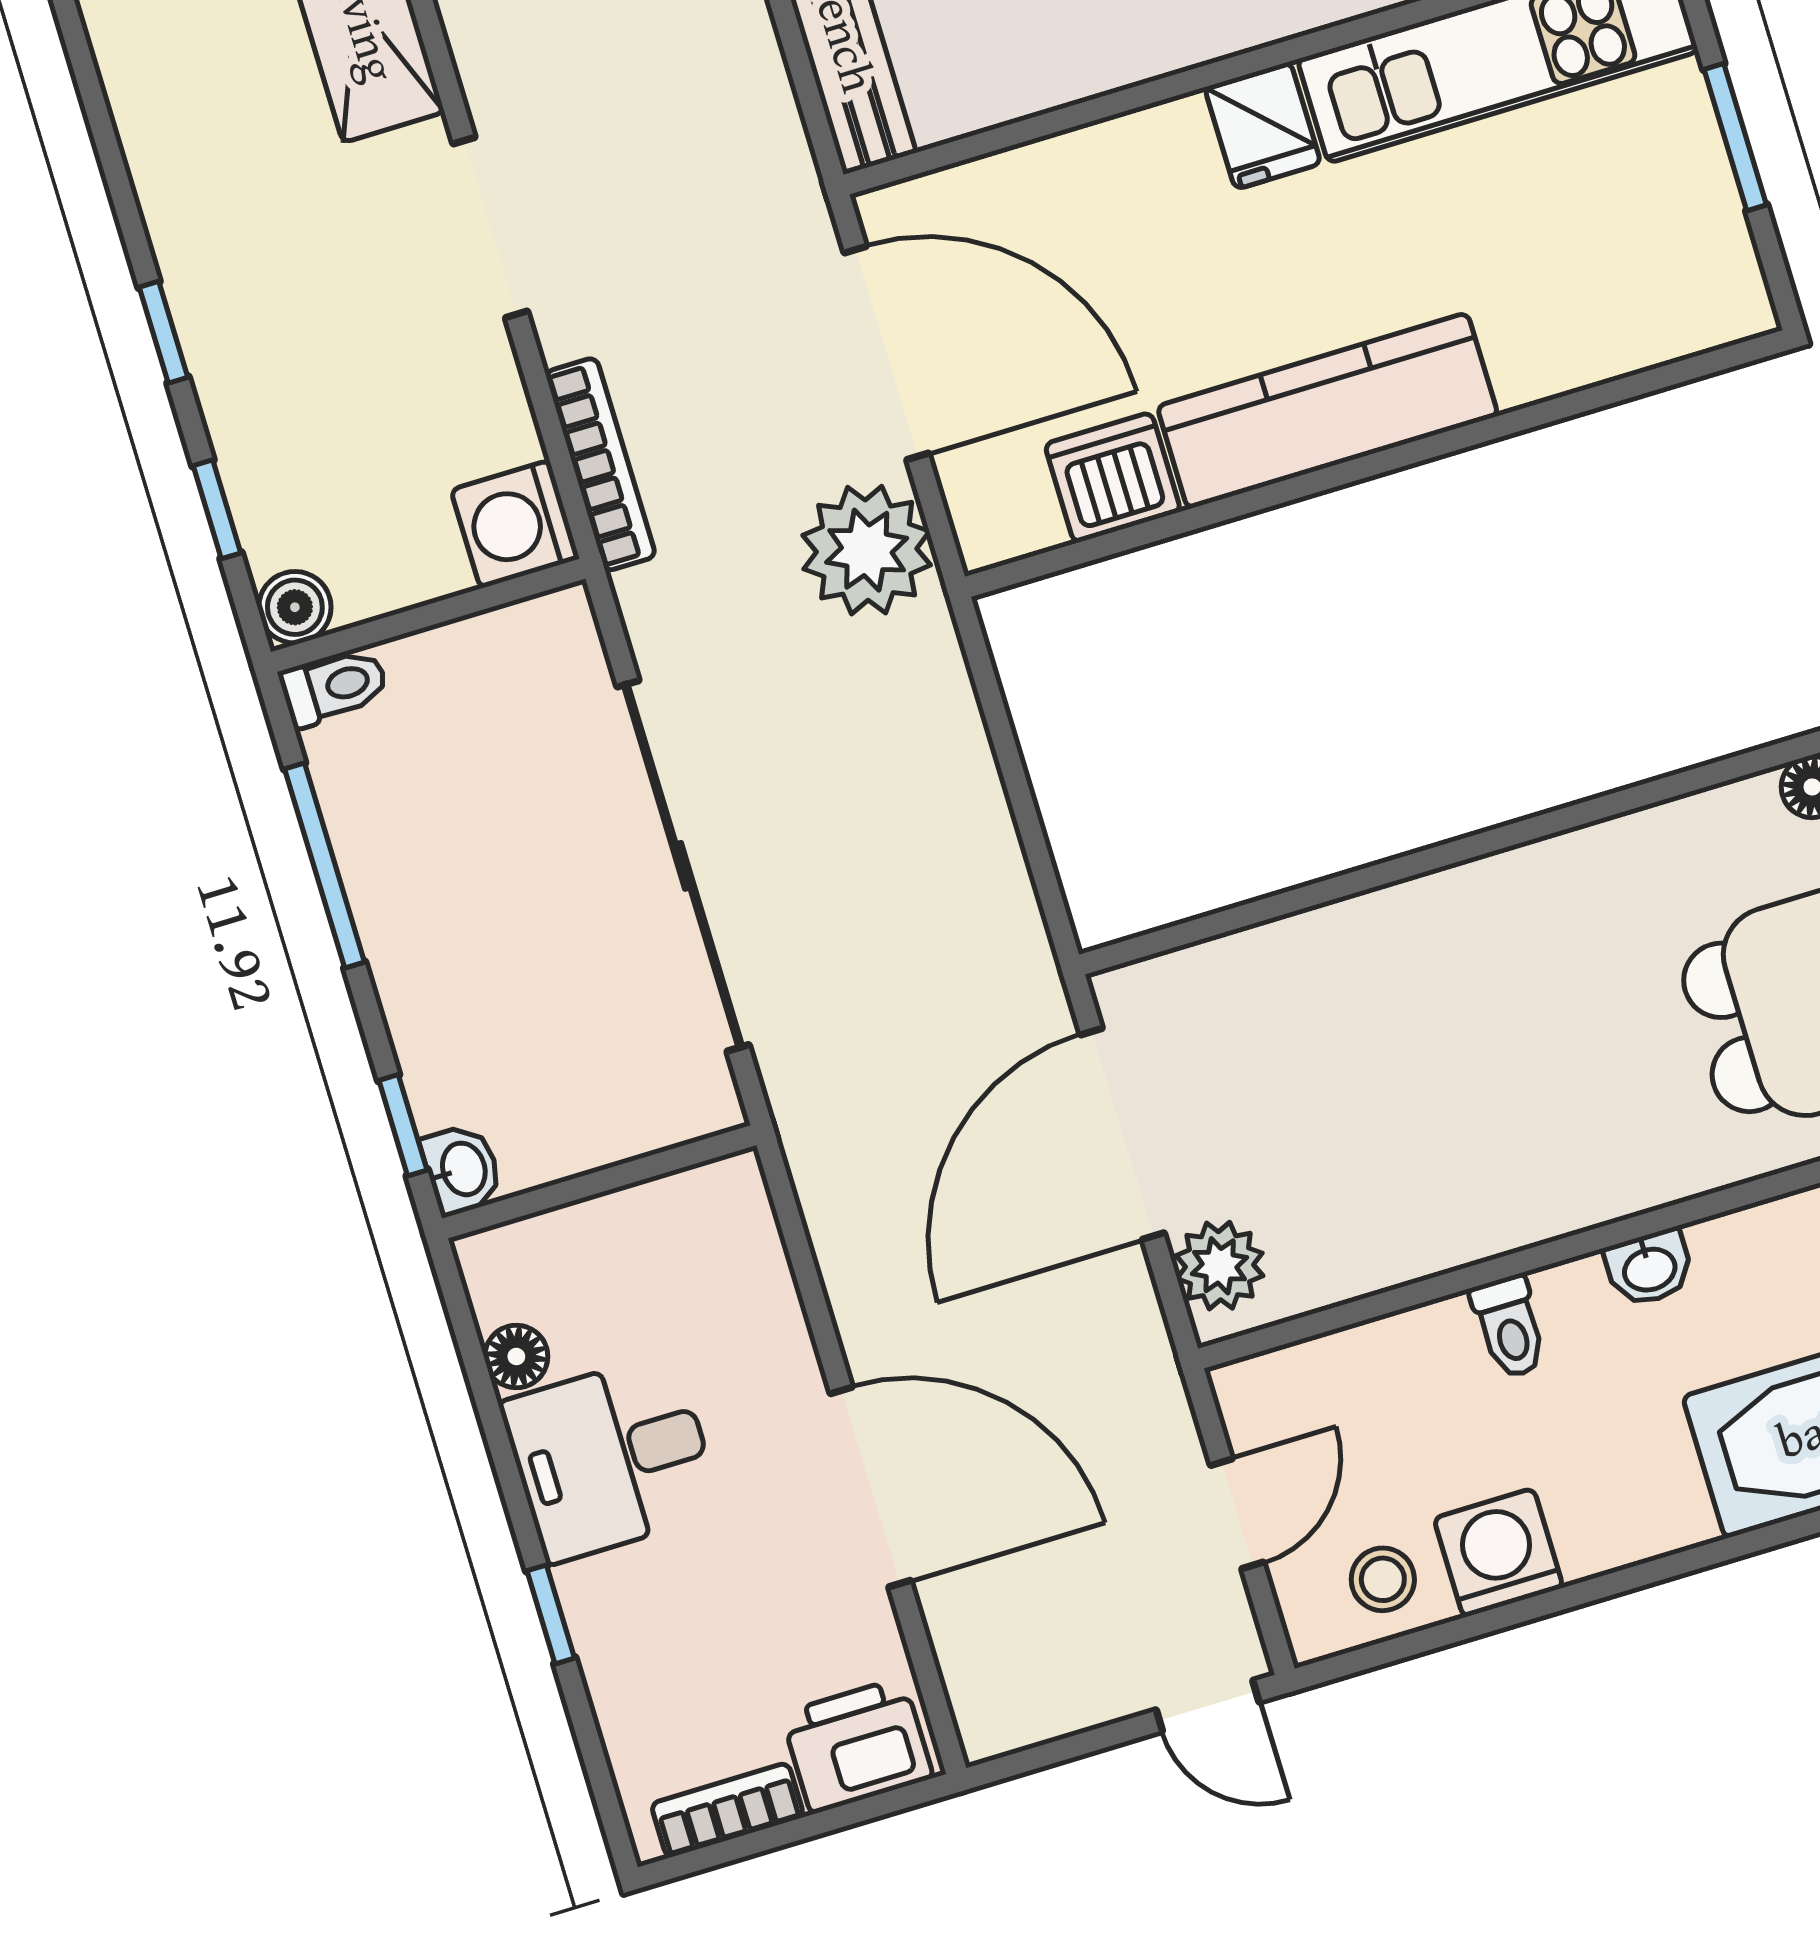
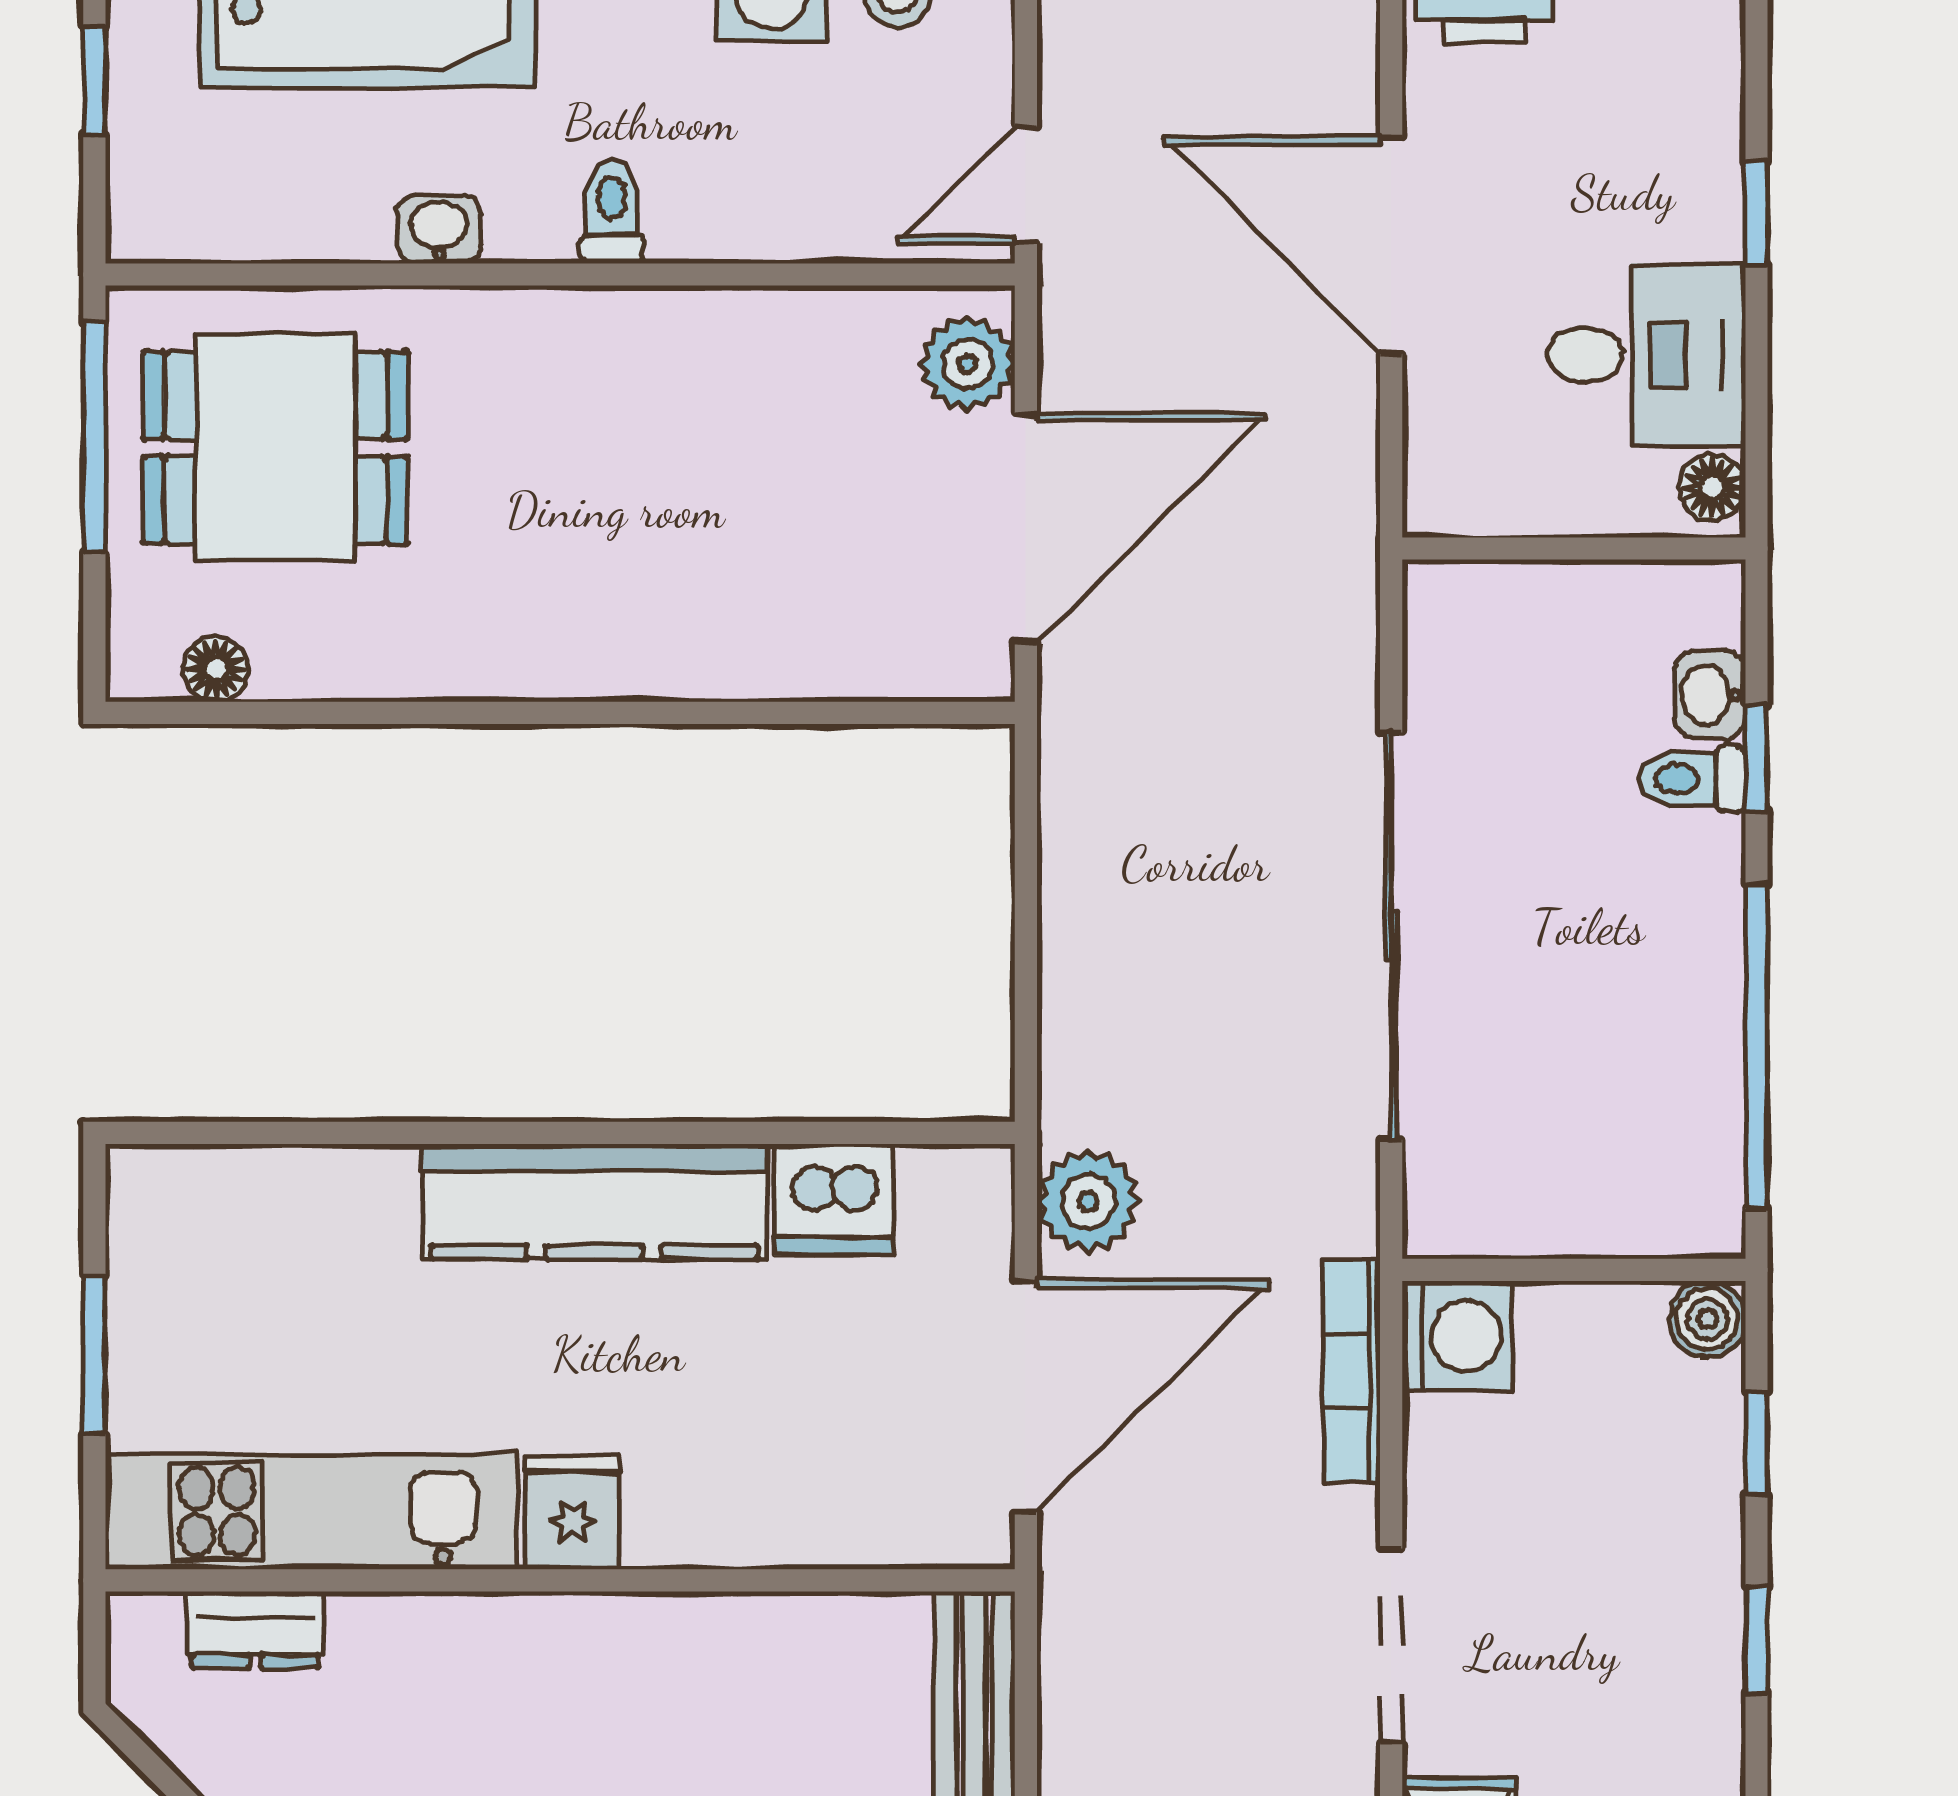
door: (887, 353) -> (1026, 1396), swing flipped
plant: (867, 550) -> (1088, 1201), width x0.73, depth x0.73
toilet: (334, 687) -> (1692, 779), moved
window: (325, 866) -> (1756, 1047), width x1.46
wall: (599, 1182) -> (1574, 548), moved
washbasin: (1649, 1268) -> (439, 229), moved
toilet: (1509, 1327) -> (612, 212), moved
door: (1237, 1514) -> (1026, 185), moved

